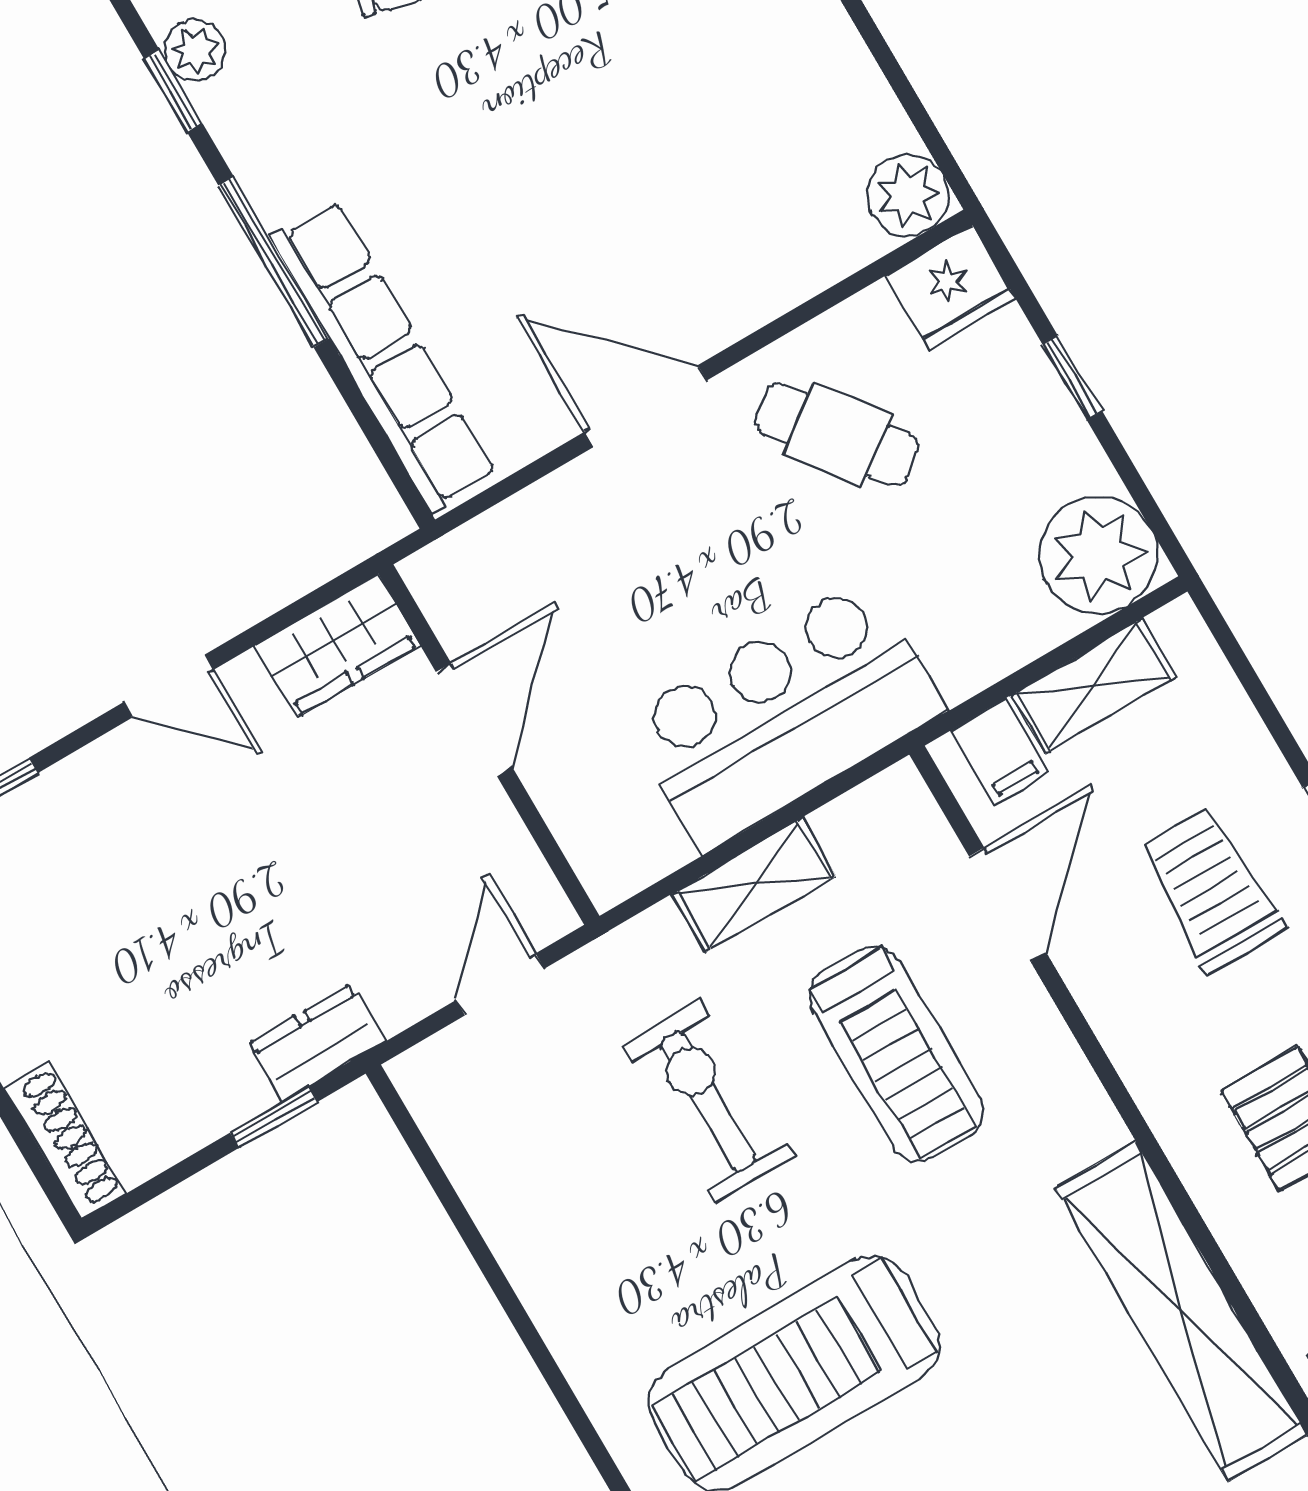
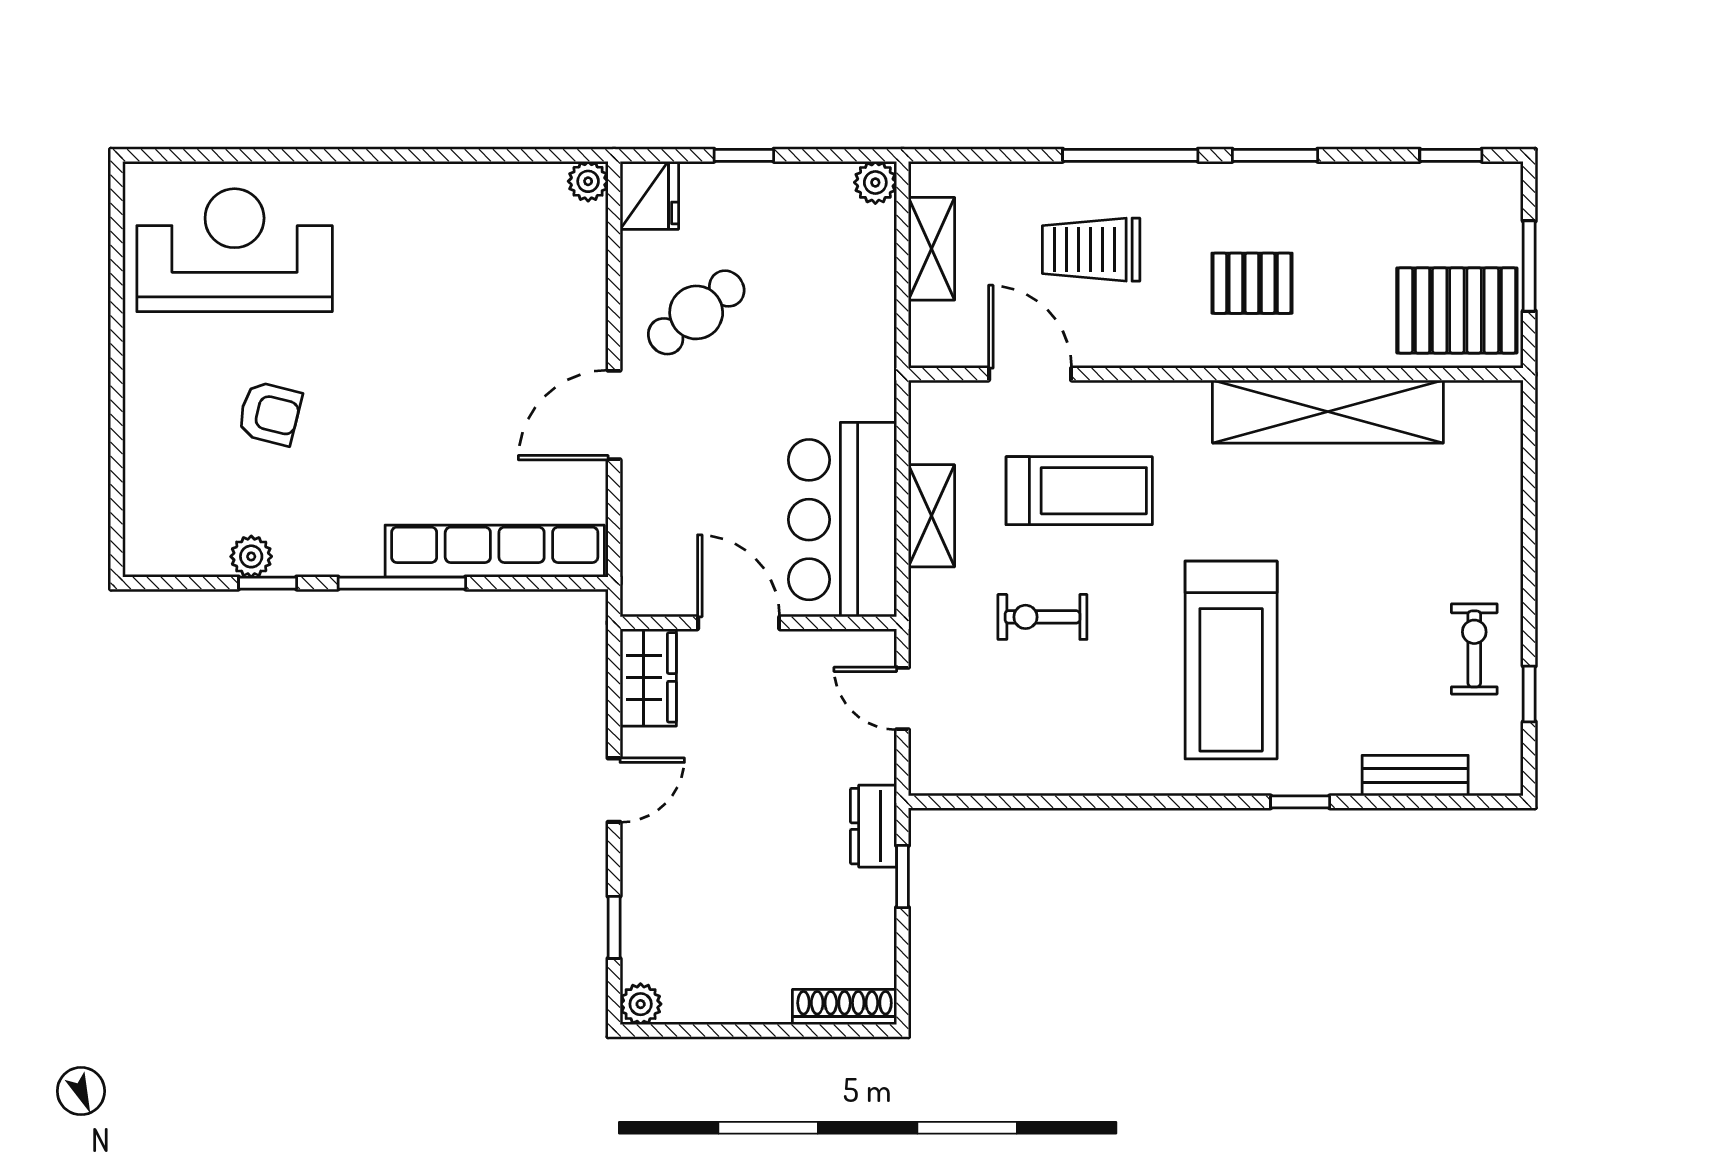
plant: (908, 195) -> (588, 181), width x0.73, depth x0.73
plant: (1098, 555) -> (875, 182), width x0.53, depth x0.53
bar counter: (785, 714) -> (843, 520), moved
filing cabinet: (1000, 752) -> (938, 326), removed
exercise bike: (708, 1101) -> (1042, 617), width x0.73, depth x0.72

